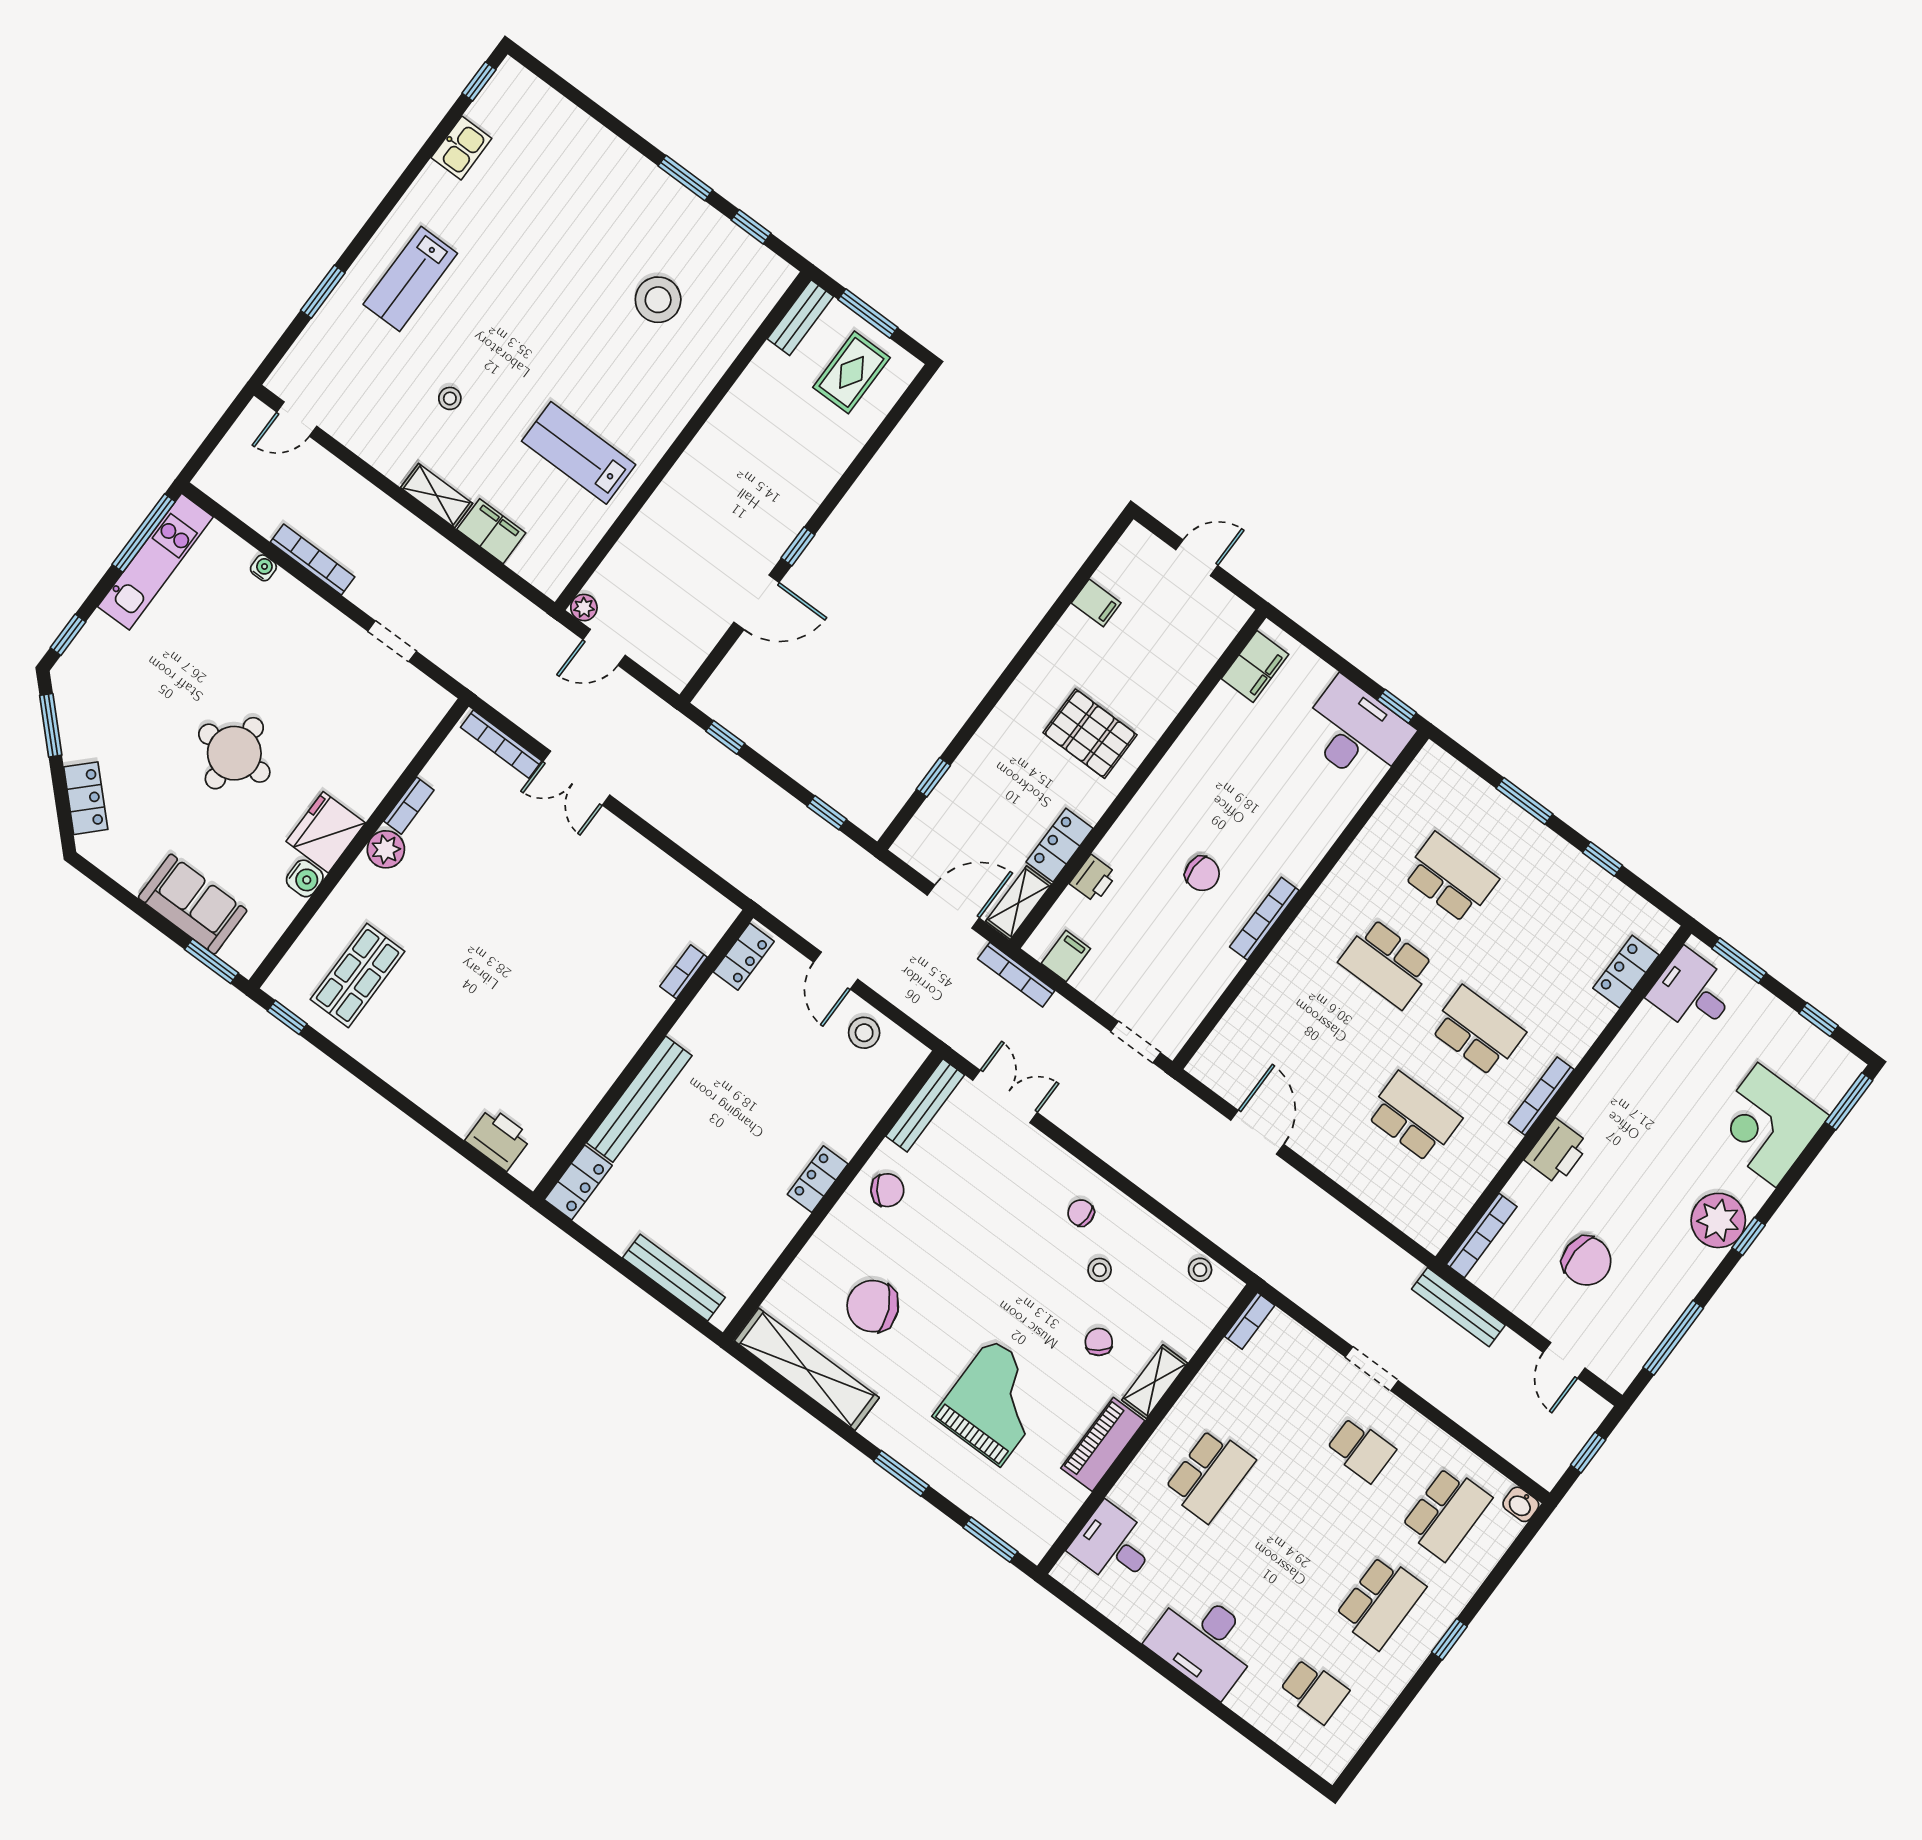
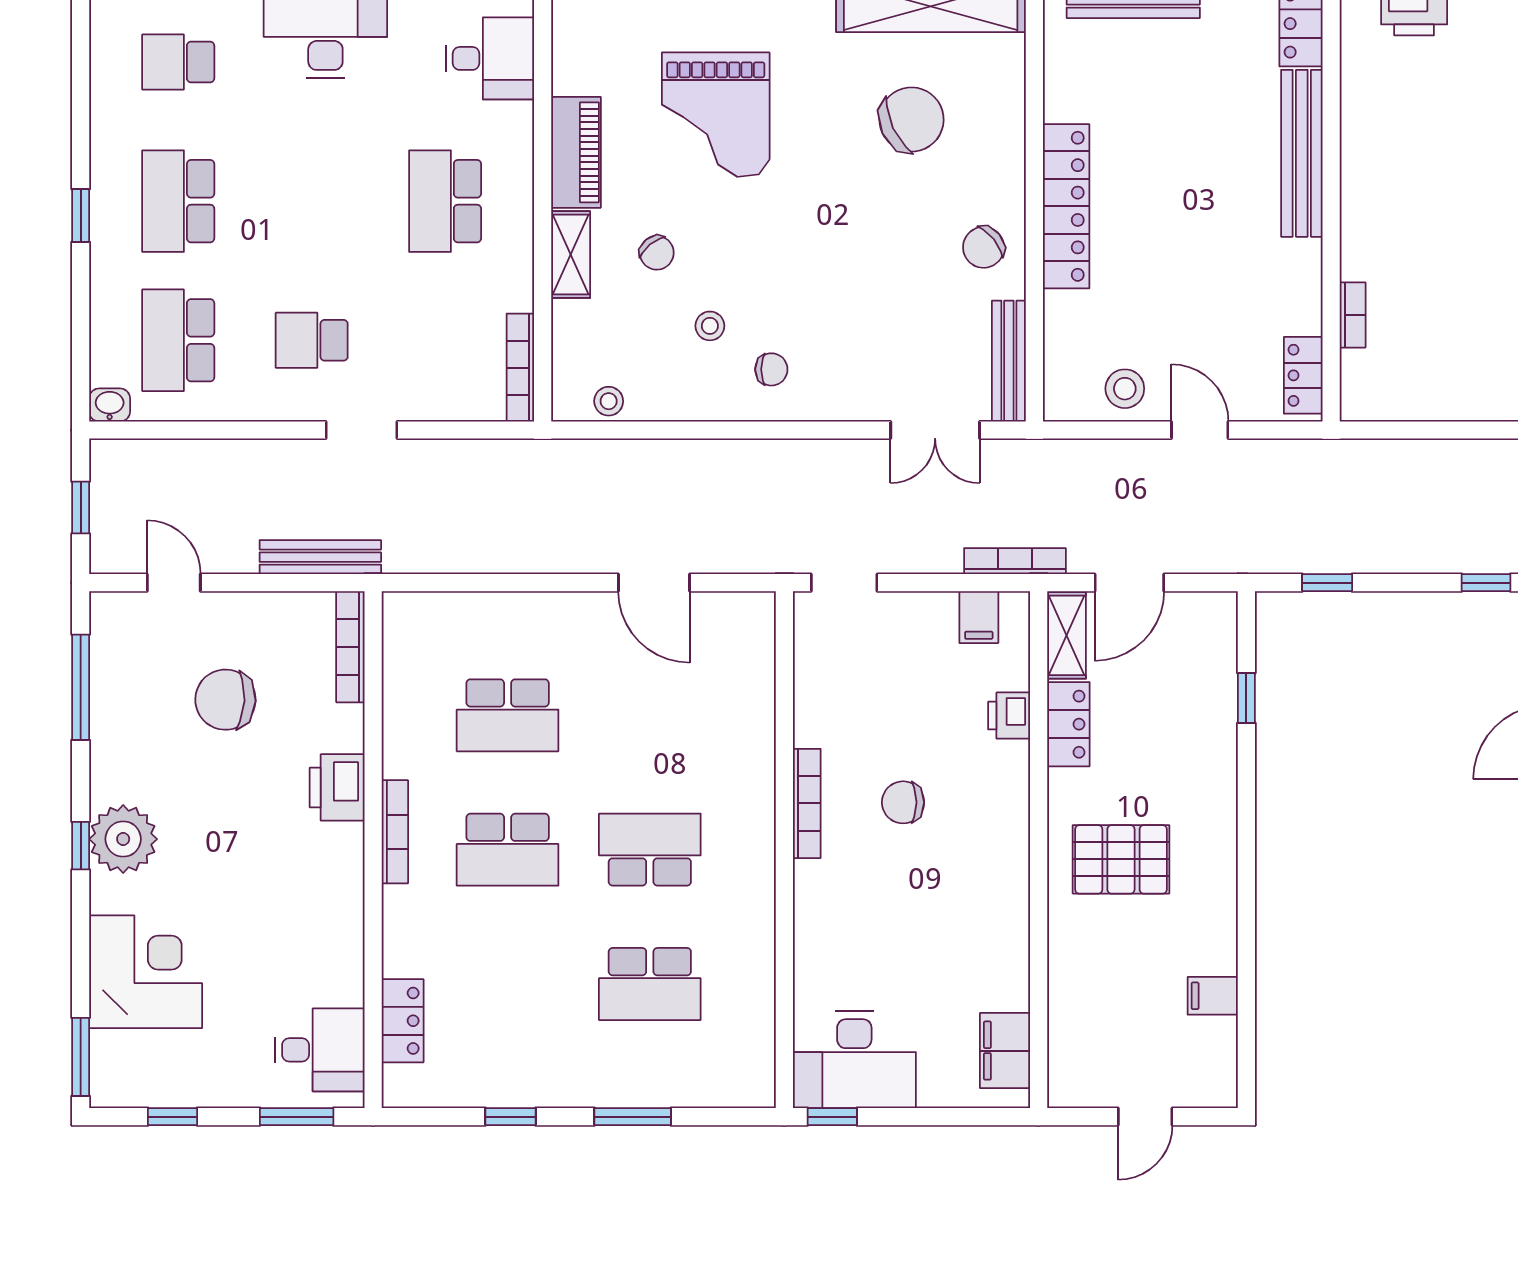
locker: (818, 1179) -> (1066, 206), width x2.16, depth x1.21
bookcase: (1250, 1321) -> (520, 368), width x1.56

